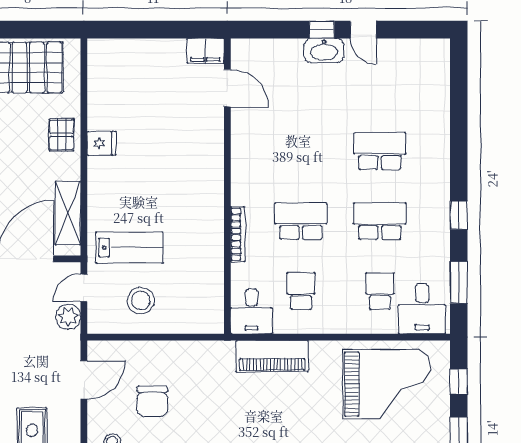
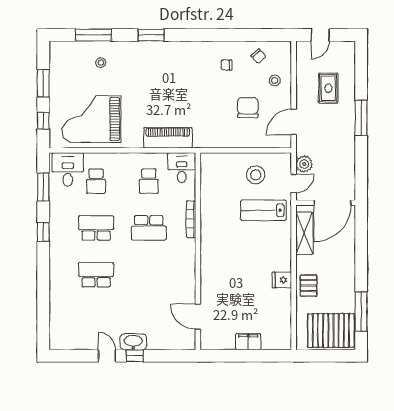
filing cabinet: (205, 51) -> (248, 342), moved
school desk: (380, 151) -> (96, 275), turned 180
school desk: (380, 221) -> (96, 228), turned 180

